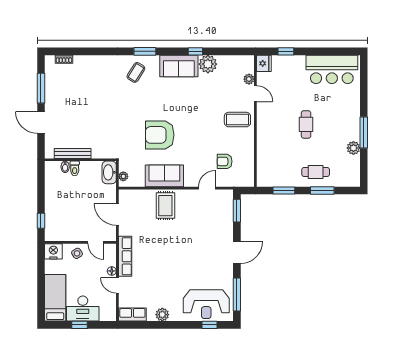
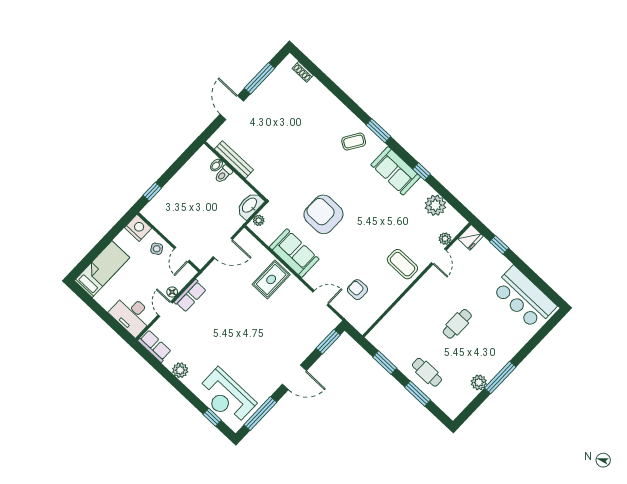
plant: (208, 64) -> (435, 205), moved
door: (117, 214) -> (223, 248), swing flipped
row of seats: (125, 256) -> (190, 296), width x0.68
desk: (83, 309) -> (132, 315), moved
window: (80, 325) -> (101, 312), removed

